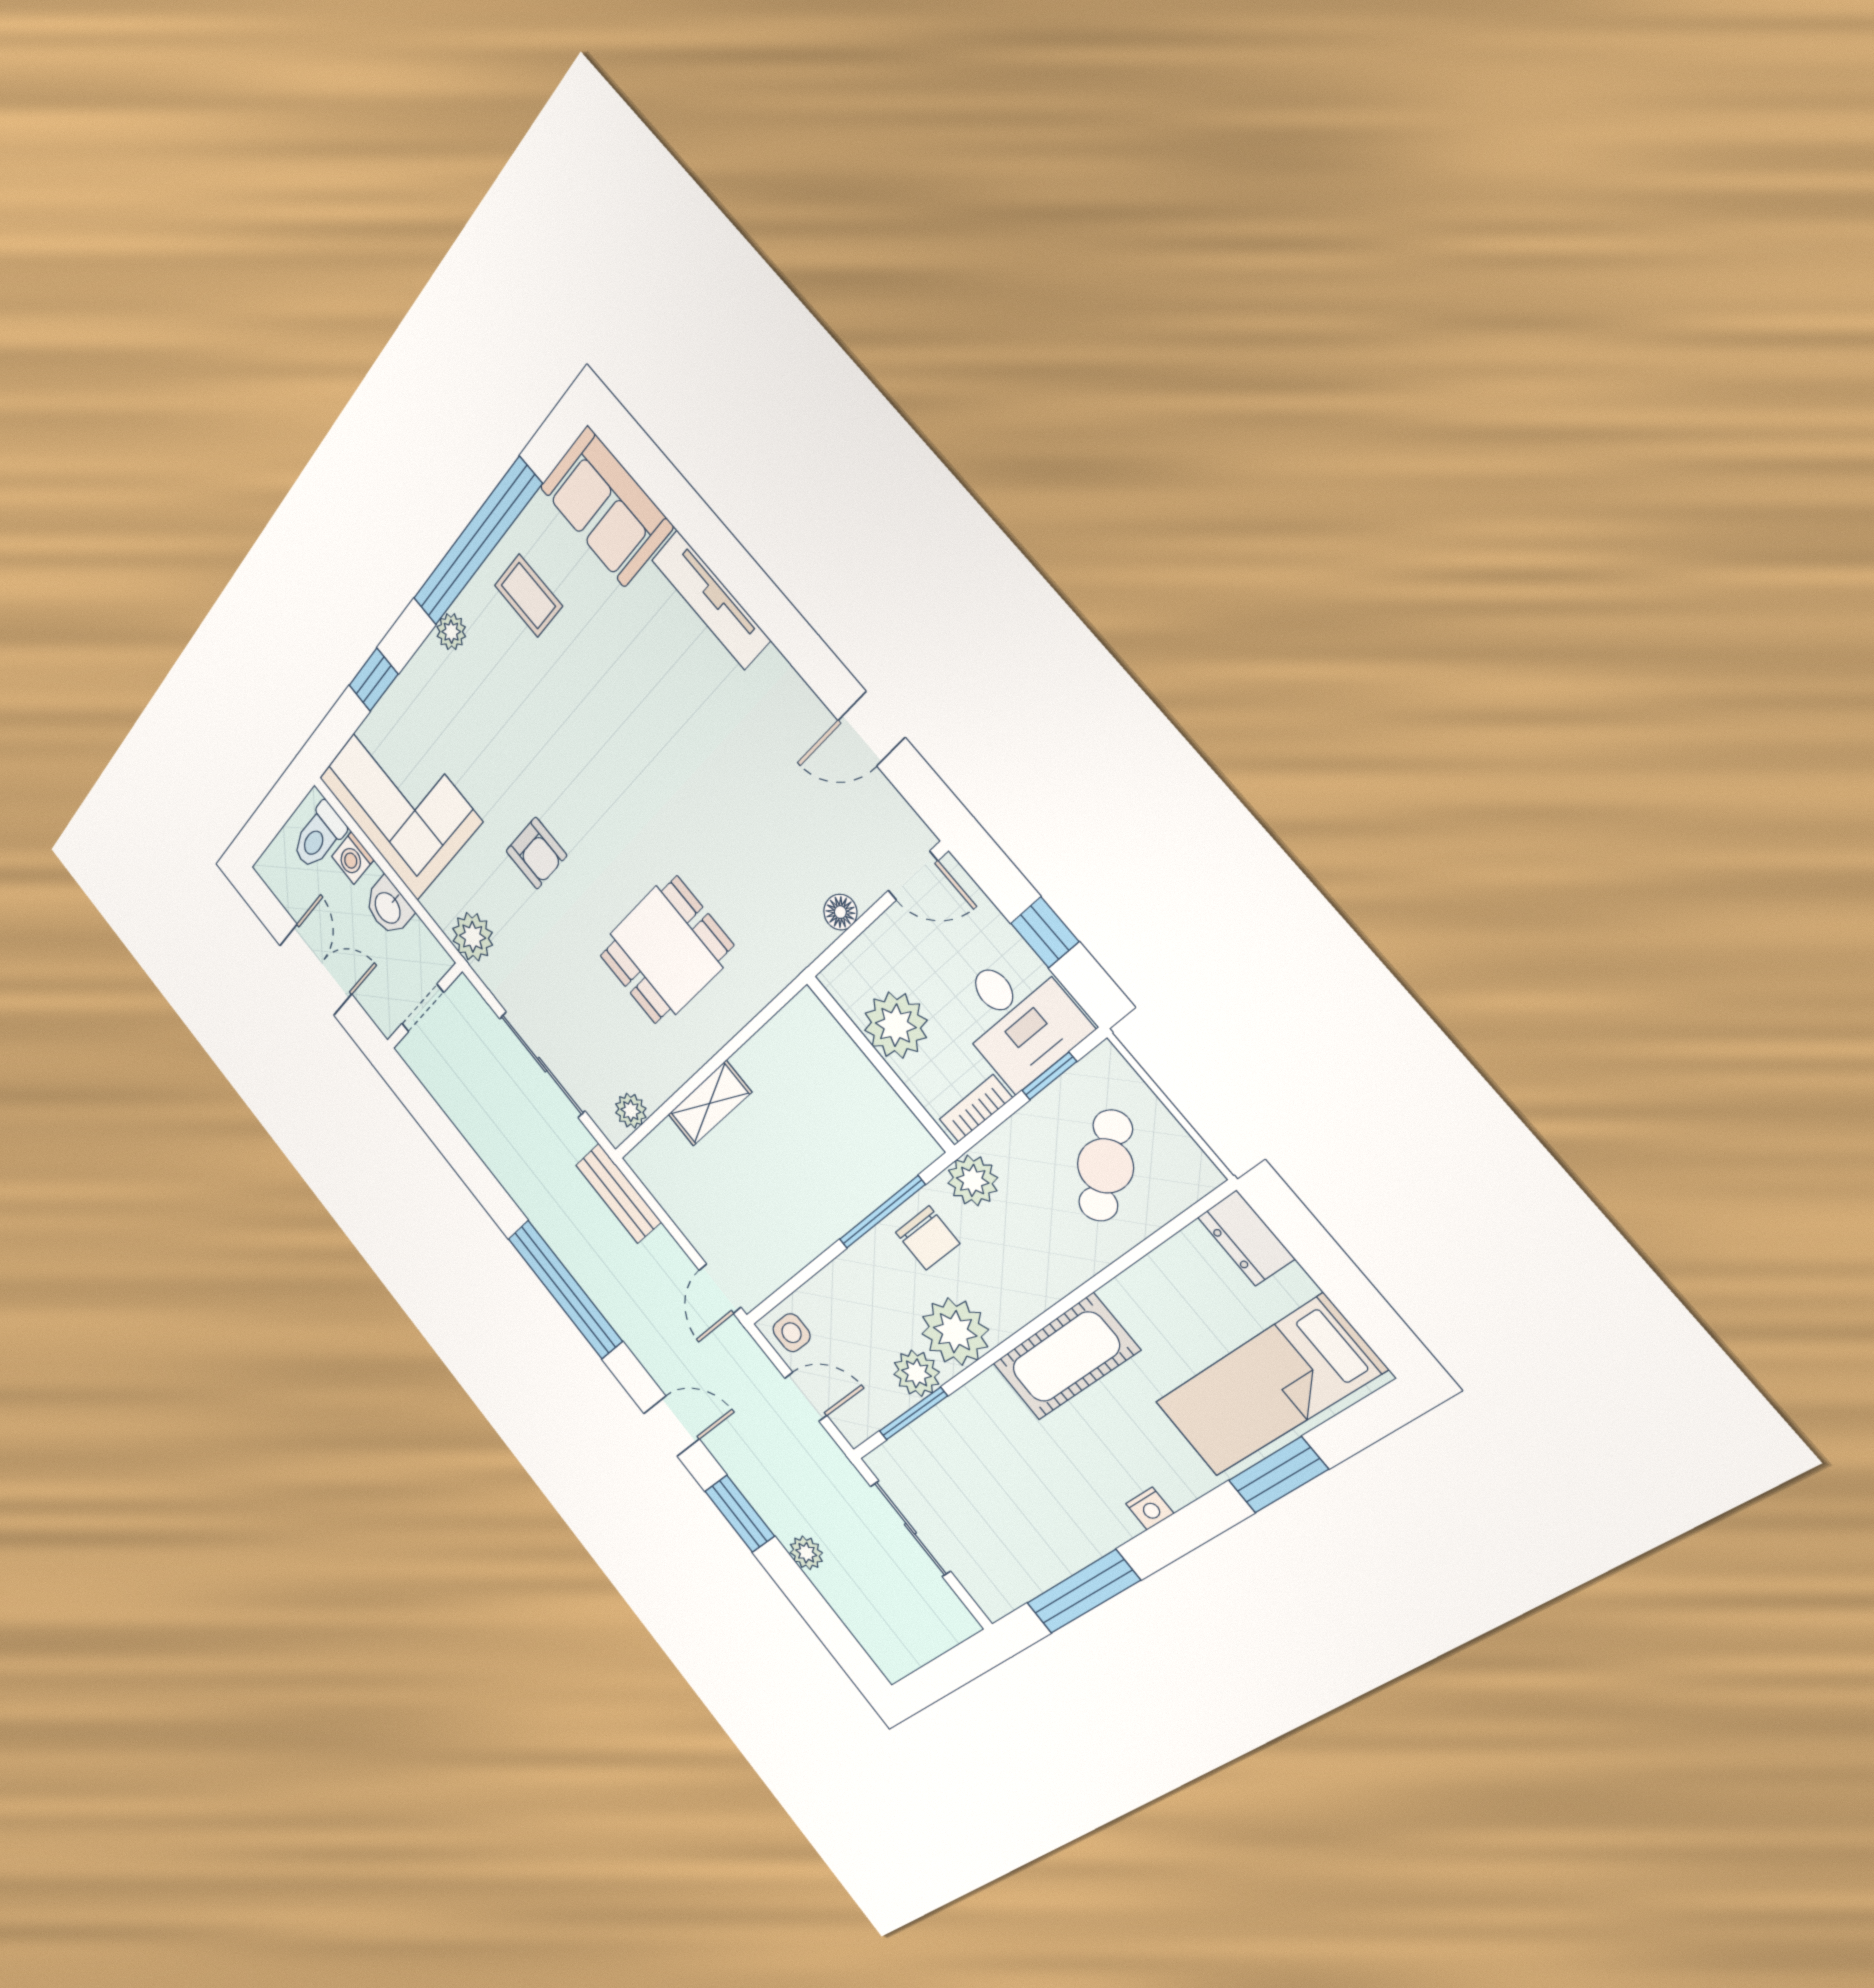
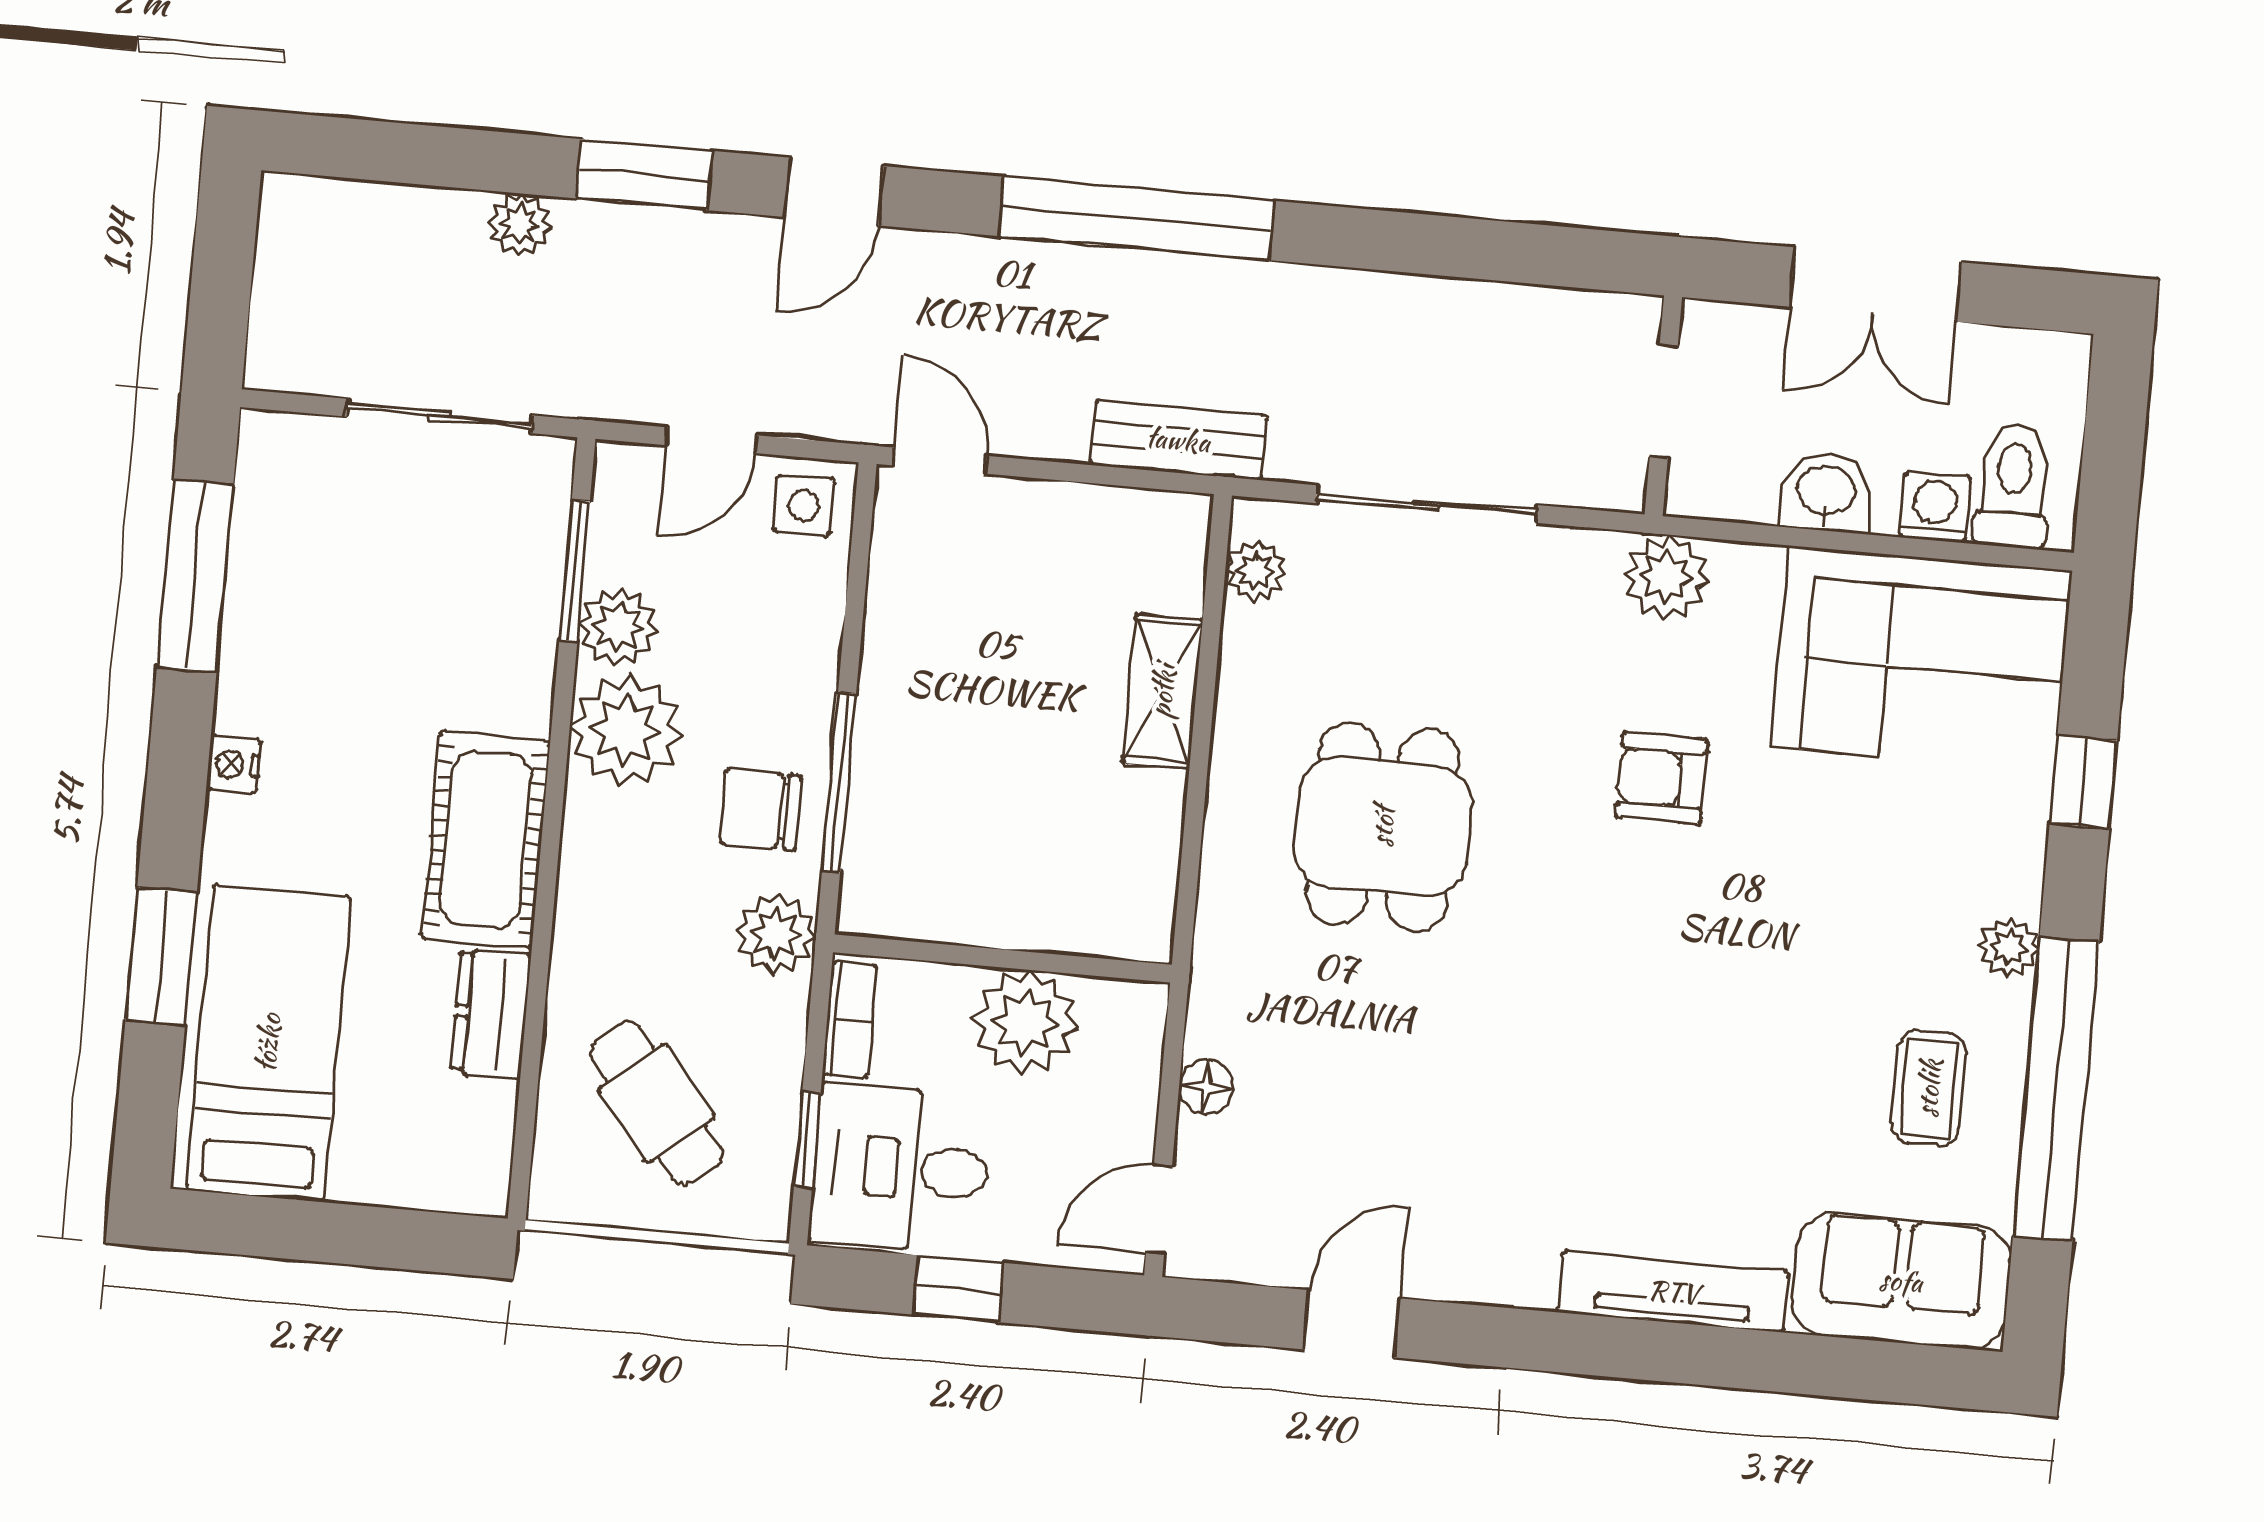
coffee table: (528, 596) -> (1929, 1088), turned 90
dresser: (1246, 1238) -> (490, 1014), moved, turned -90

